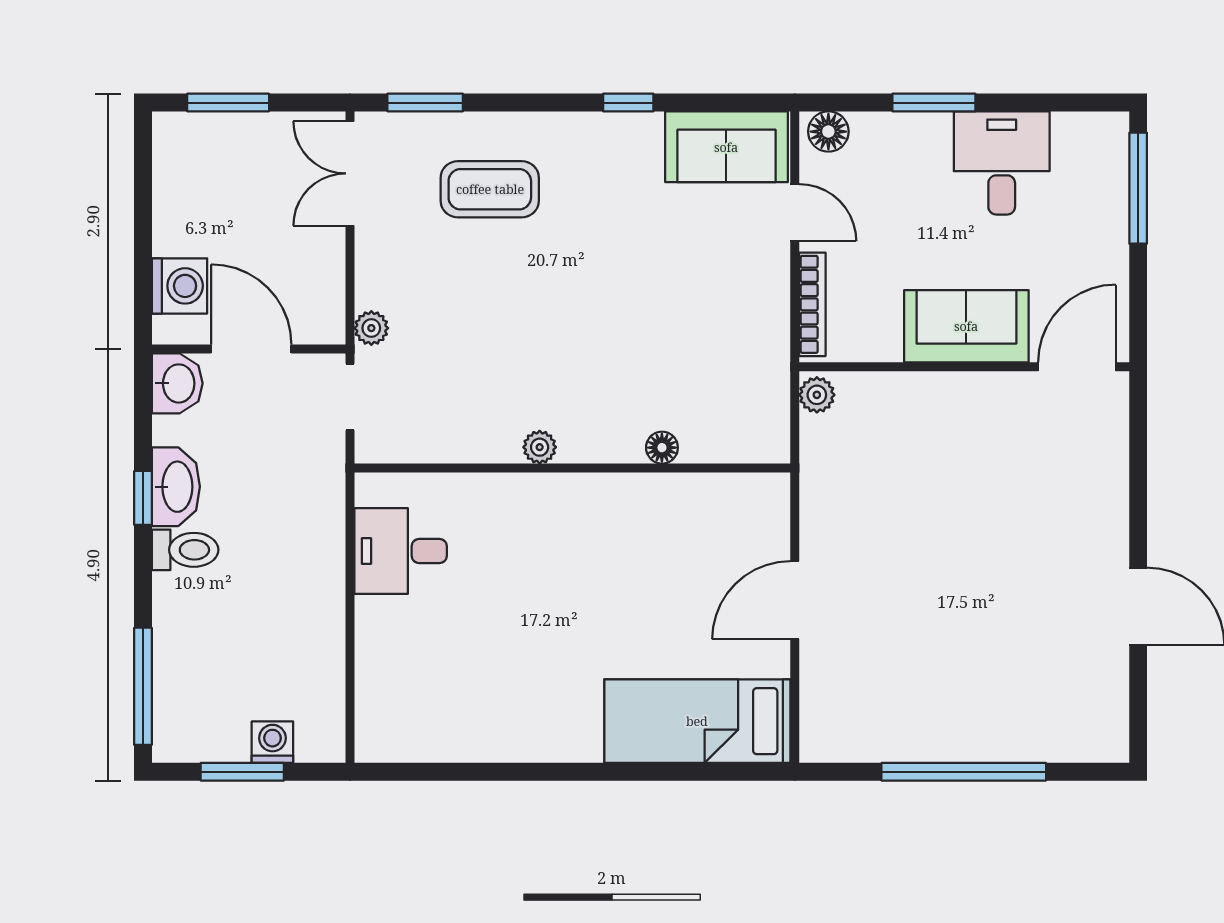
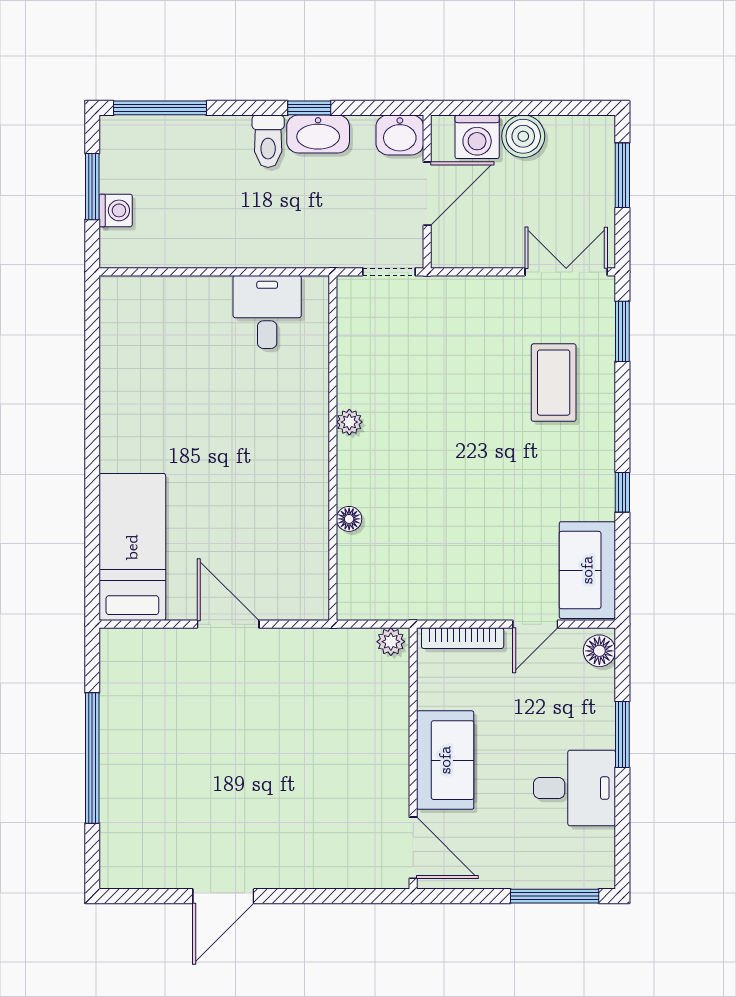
boiler: (179, 228) -> (523, 136), added
plant: (371, 328) -> (444, 289), removed

